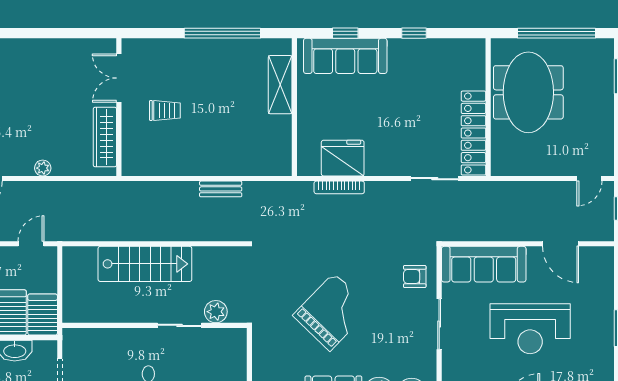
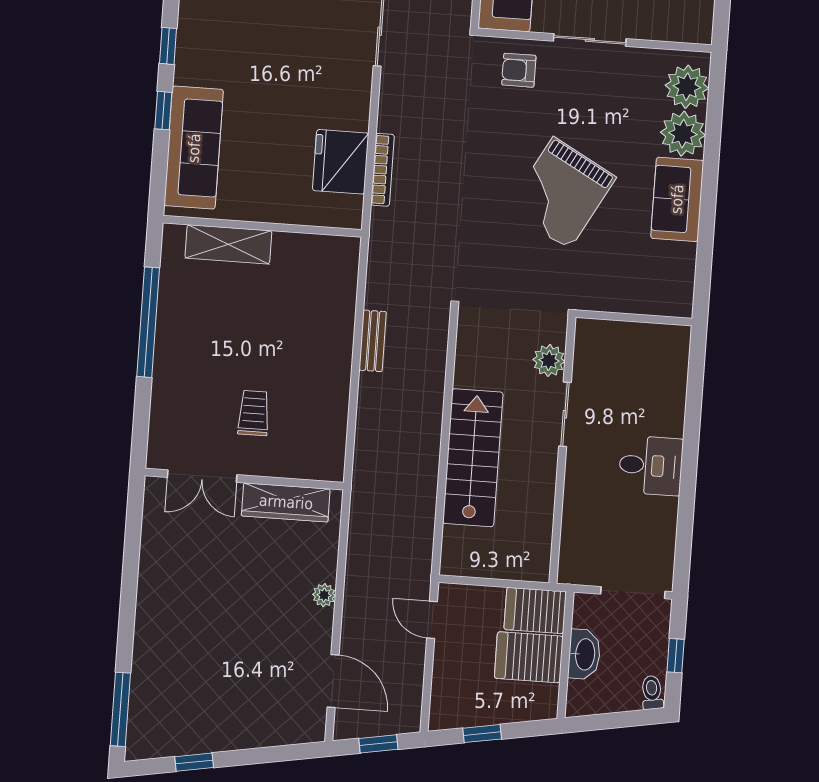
window: (345, 33) -> (163, 111), moved
armchair: (415, 277) -> (519, 70), turned 90
grand piano: (332, 312) -> (561, 193), turned -105

